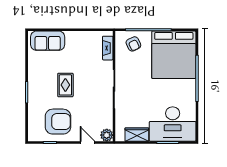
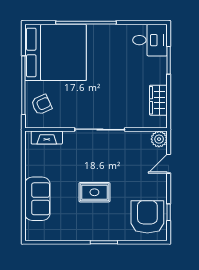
sofa: (48, 41) -> (37, 199), moved
armchair: (58, 122) -> (147, 217), moved
desk: (173, 124) -> (150, 40), width x0.53, depth x0.77

